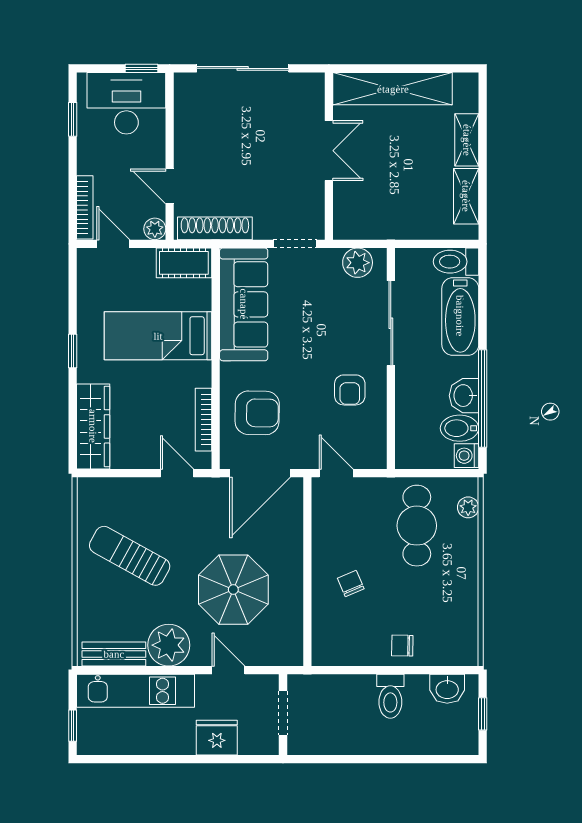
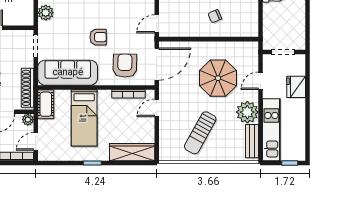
armchair: (350, 390) -> (98, 37), moved
door: (260, 473) -> (157, 64), hinge flipped

